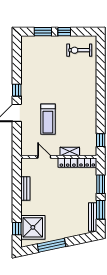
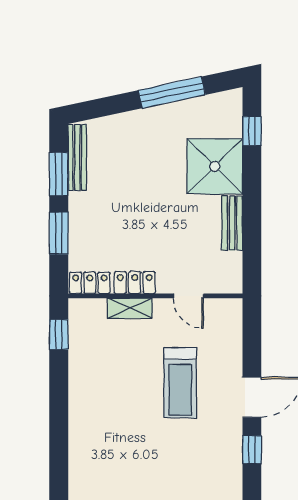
treadmill: (48, 119) -> (180, 383), turned 180
shower: (33, 227) -> (215, 166), moved

